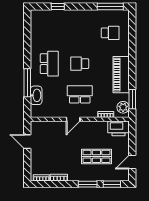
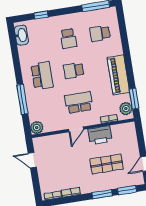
school desk: (80, 33) -> (68, 39), added
school desk: (110, 33) -> (100, 33), turned 180
washbasin: (36, 95) -> (21, 35), moved
plant: (36, 112) -> (37, 128), added
printer: (119, 128) -> (100, 135), moved

